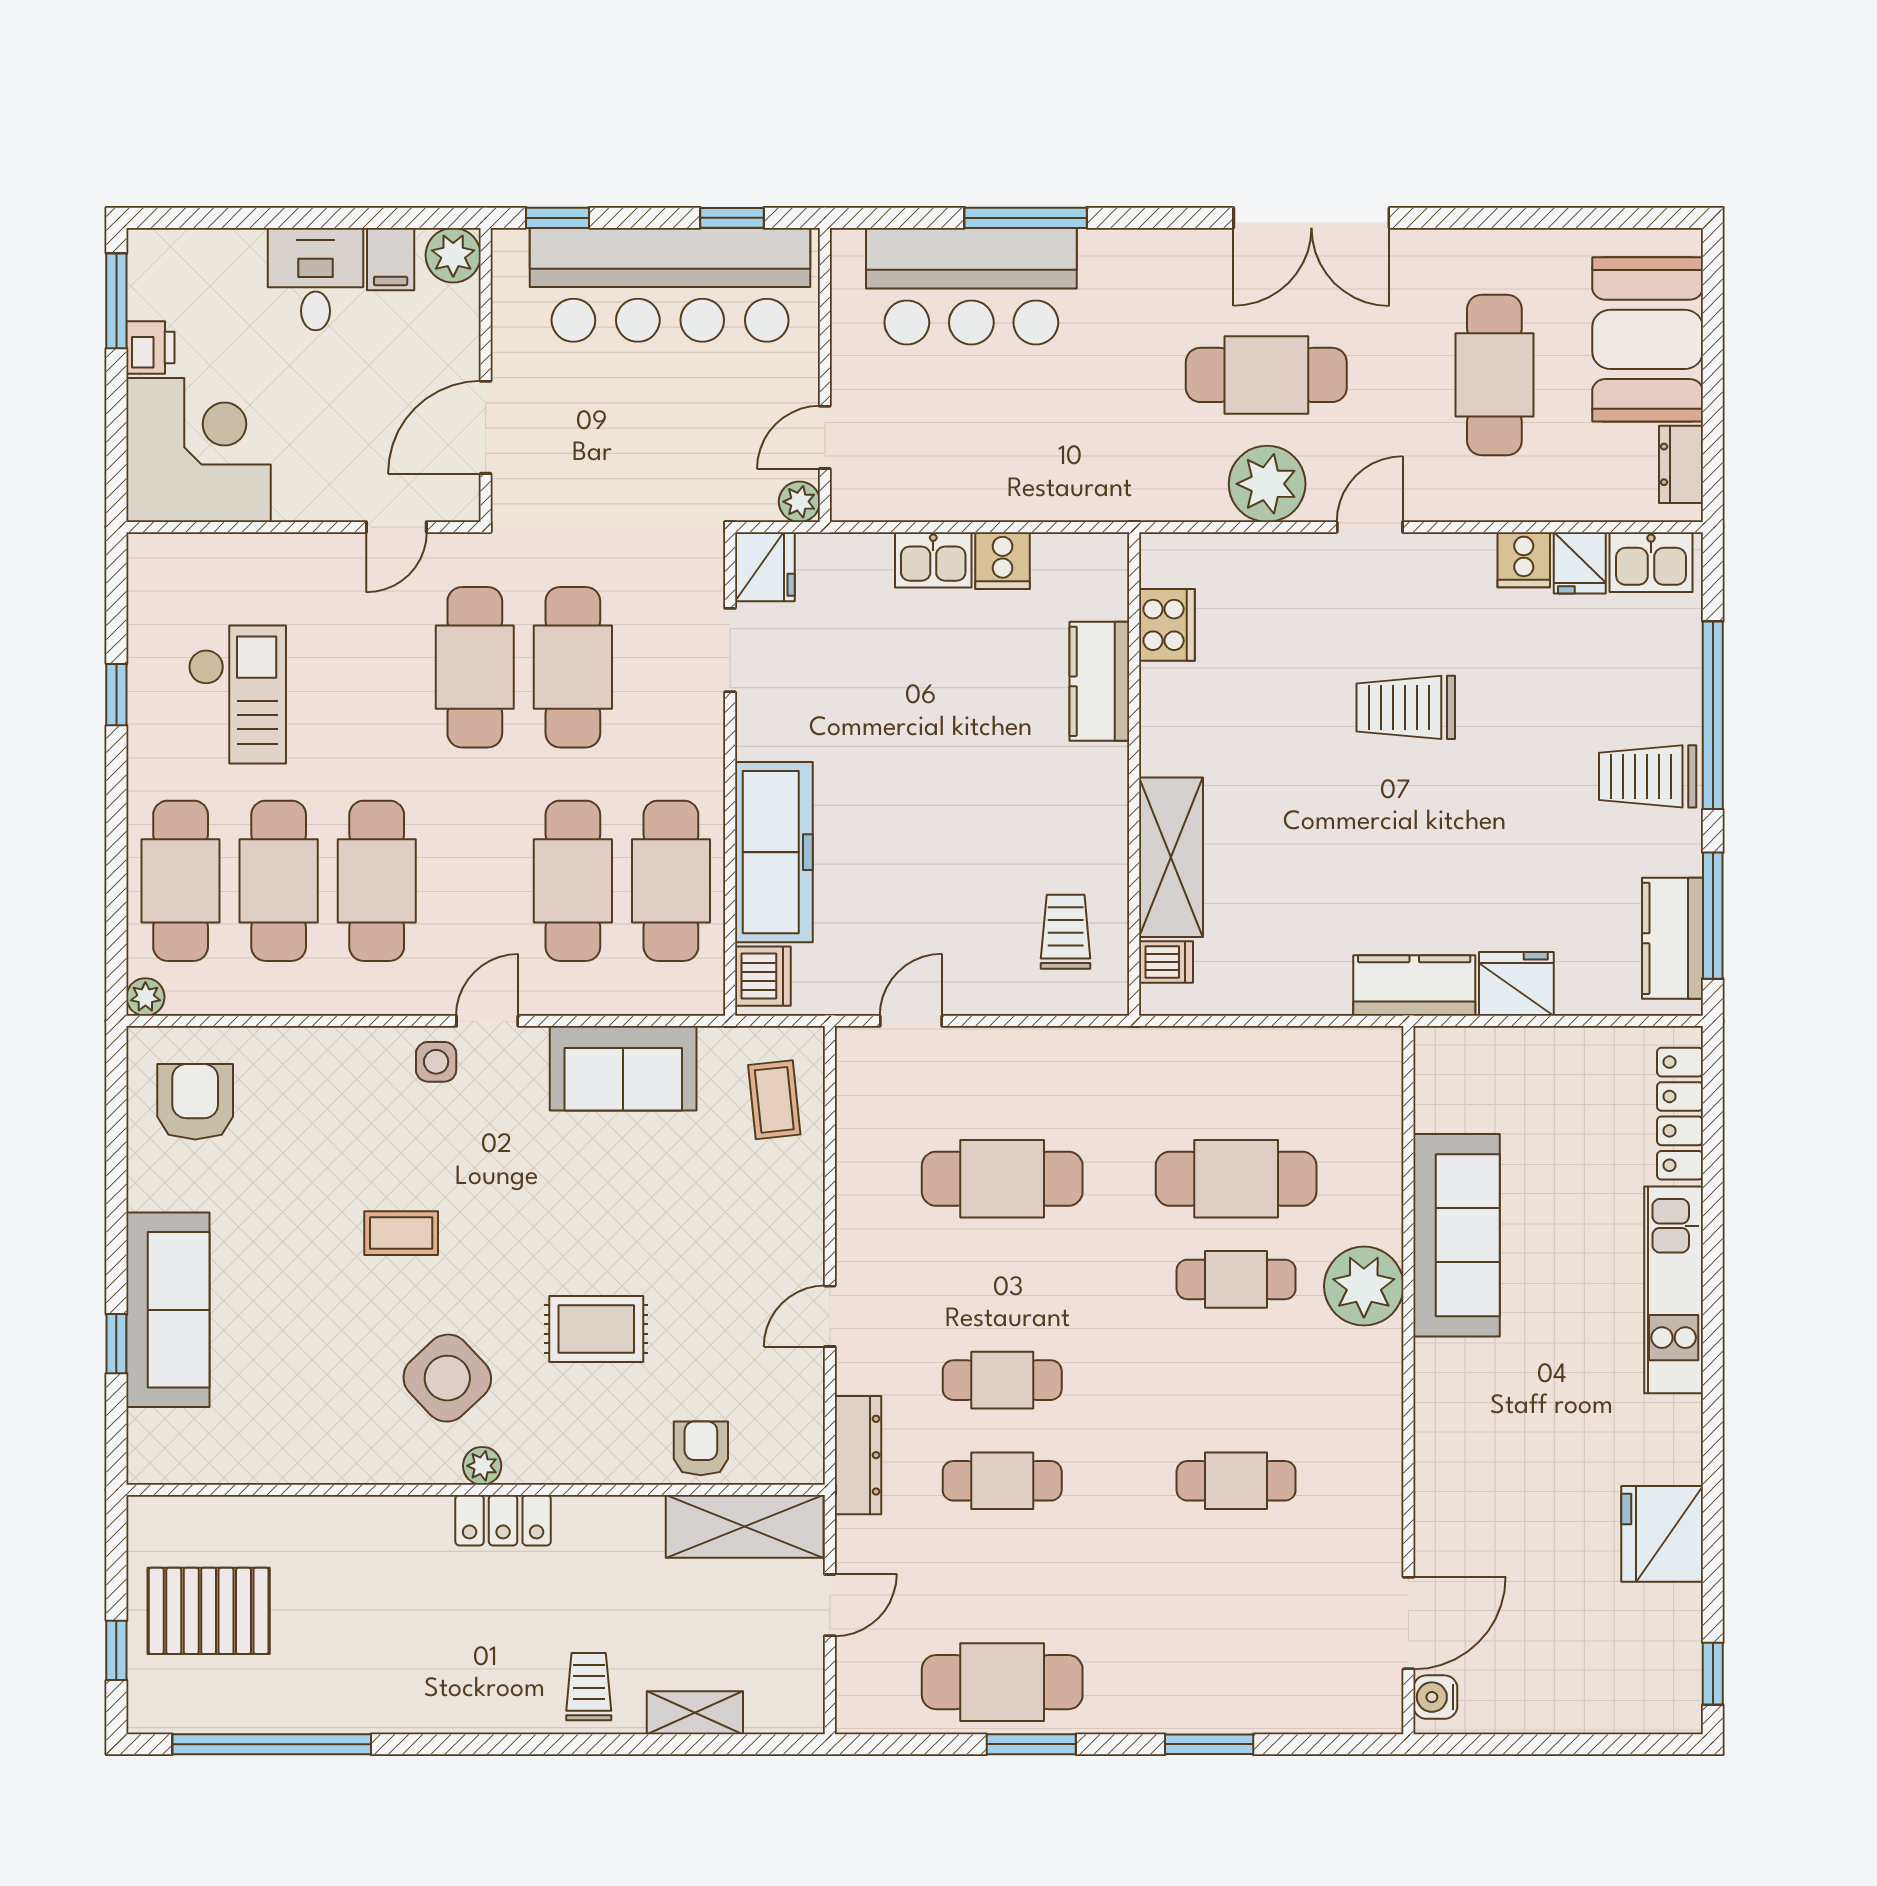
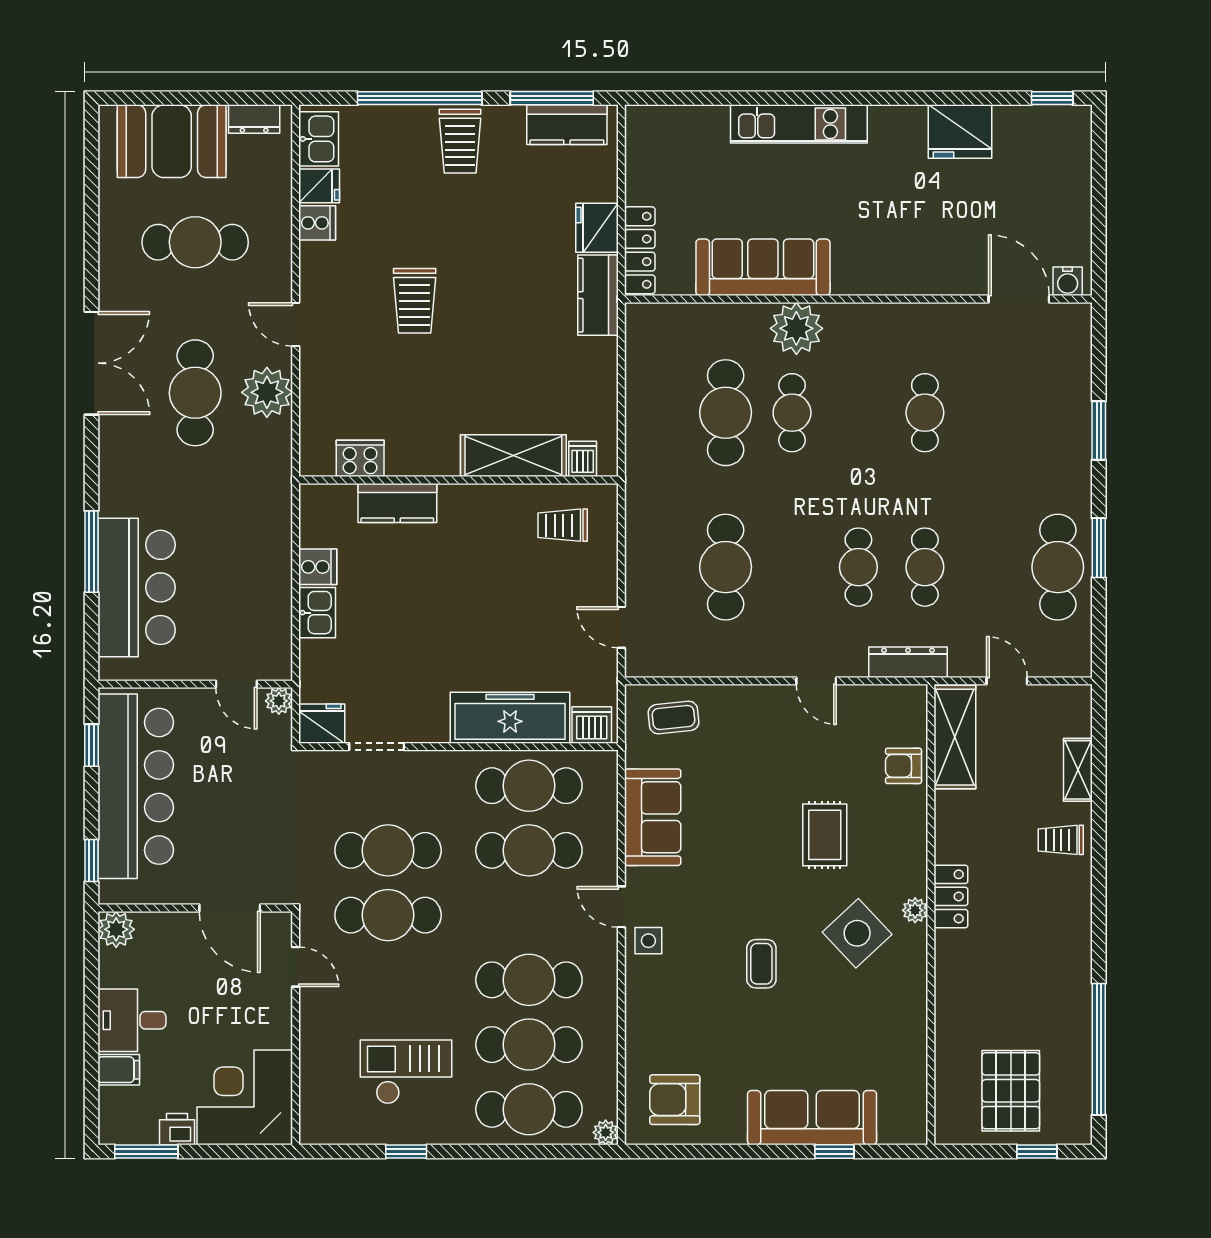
filing cabinet: (391, 259) -> (119, 1070), moved
locker: (1680, 1114) -> (640, 250), moved, turned -90

